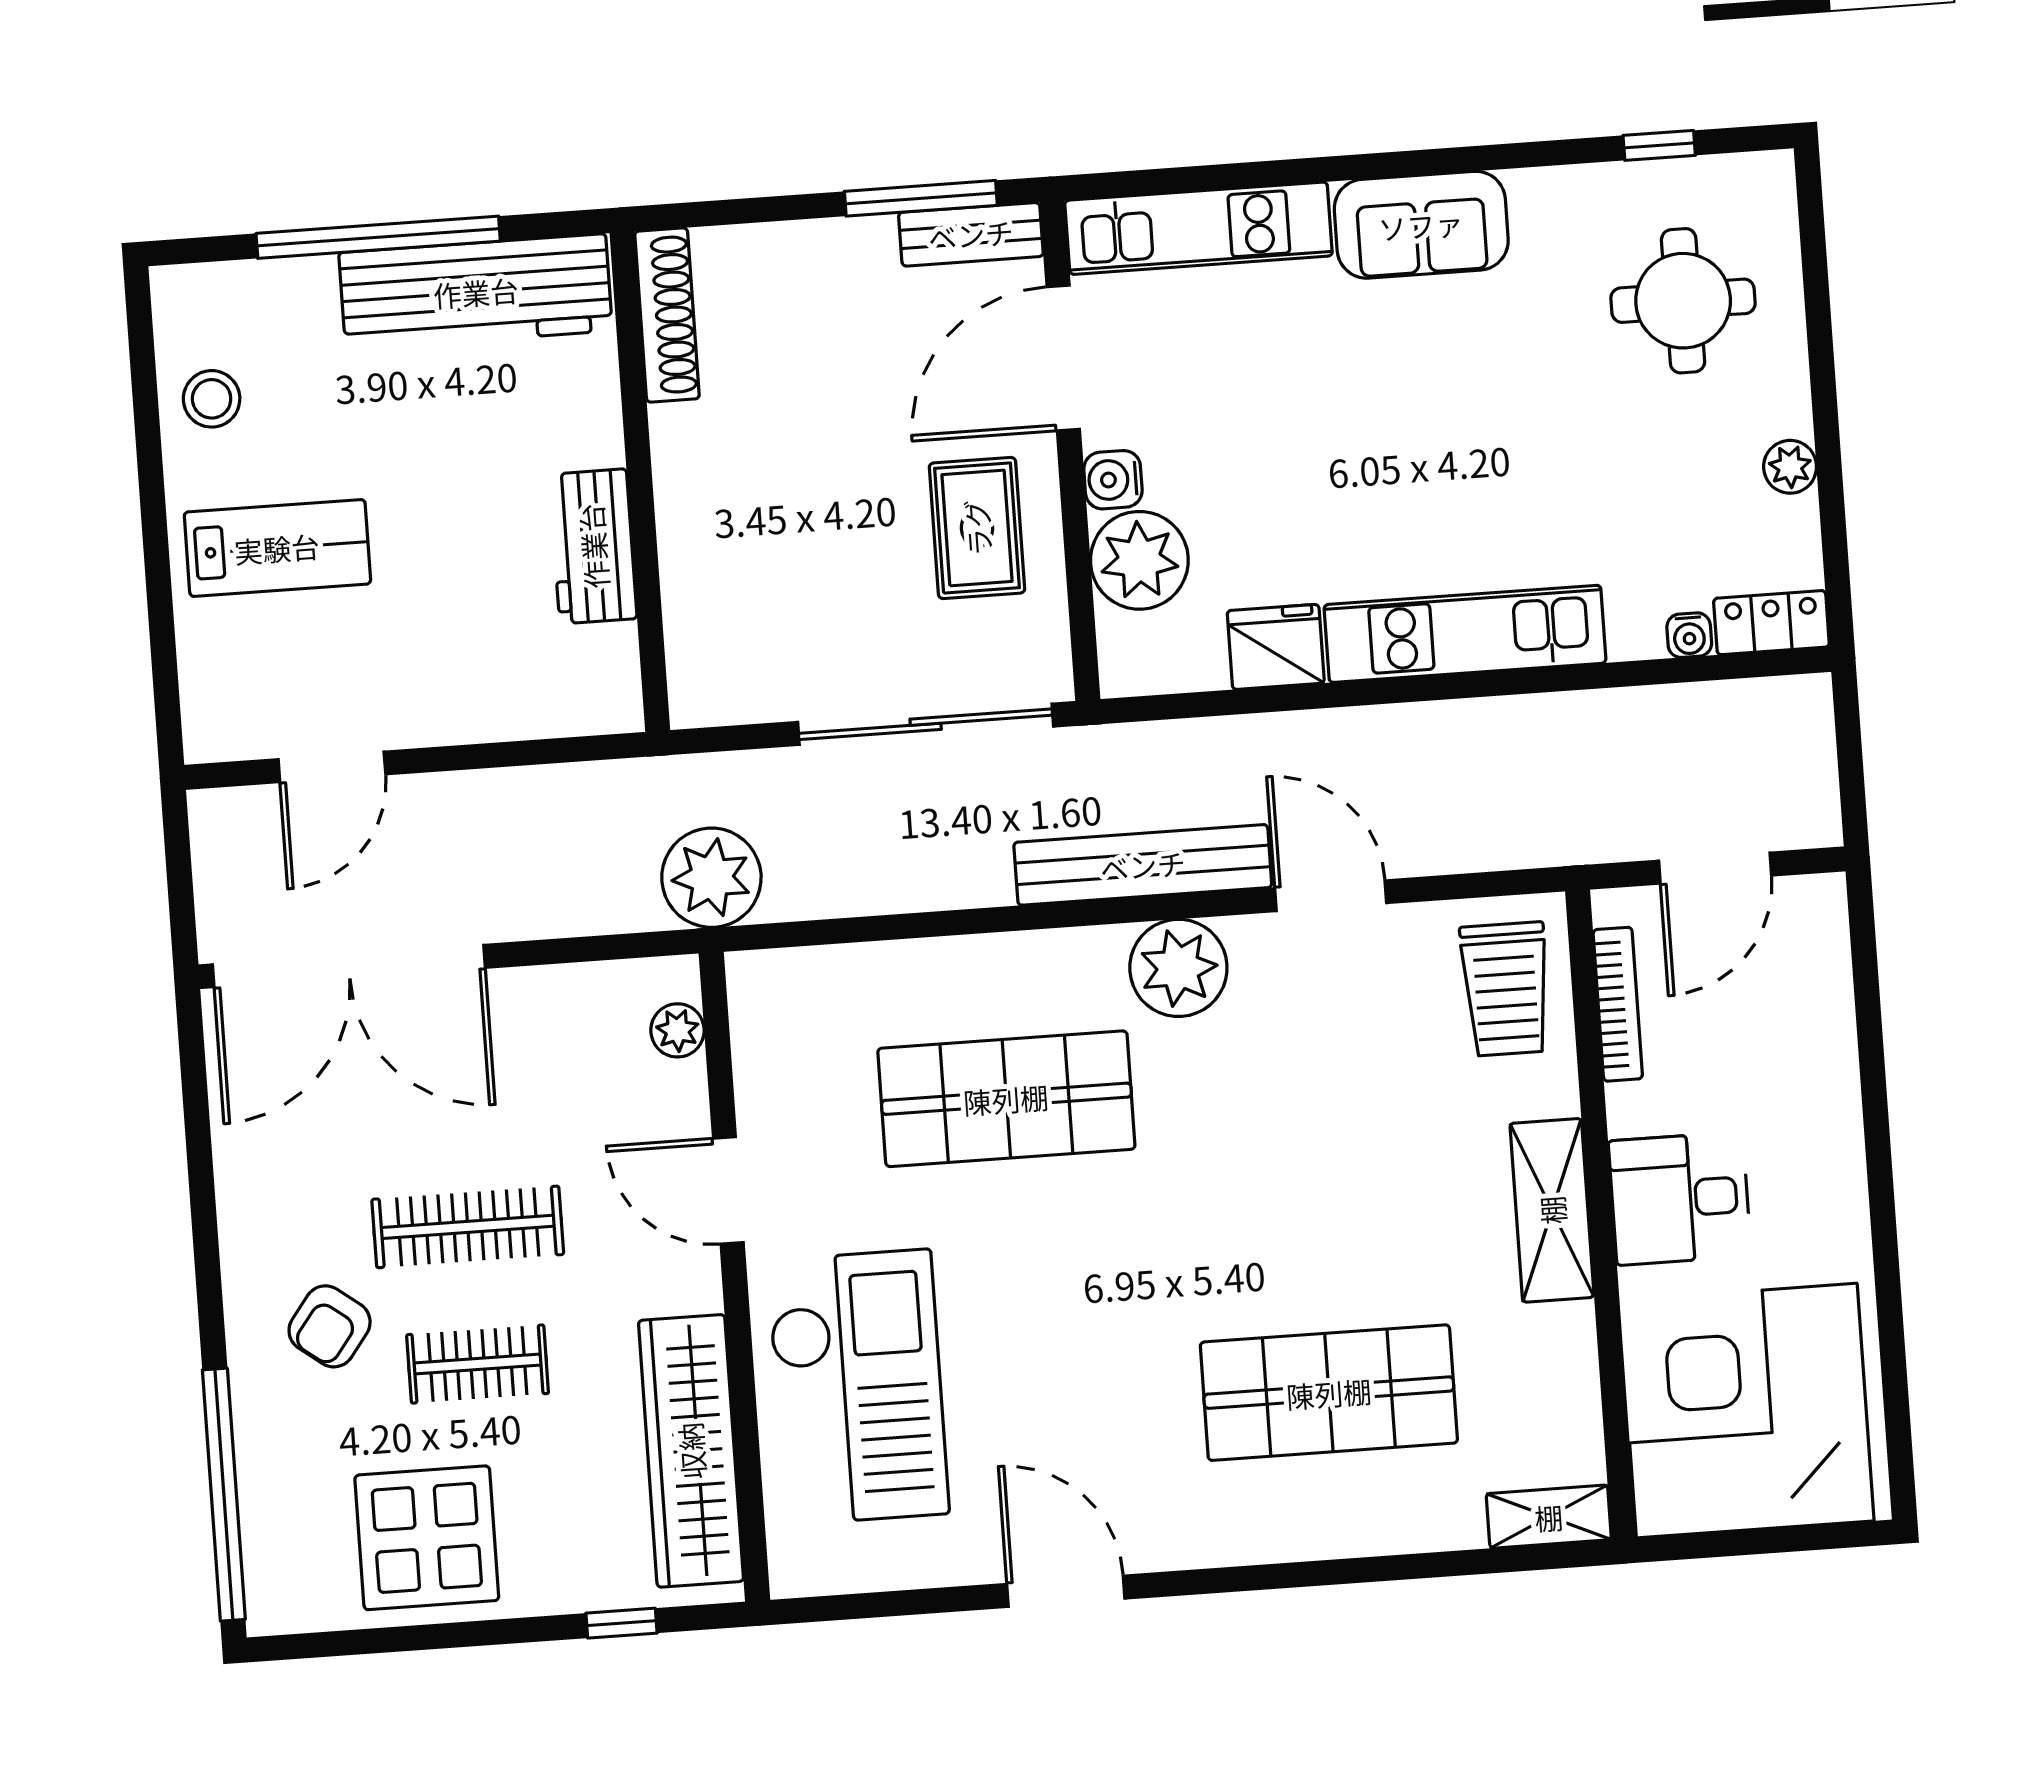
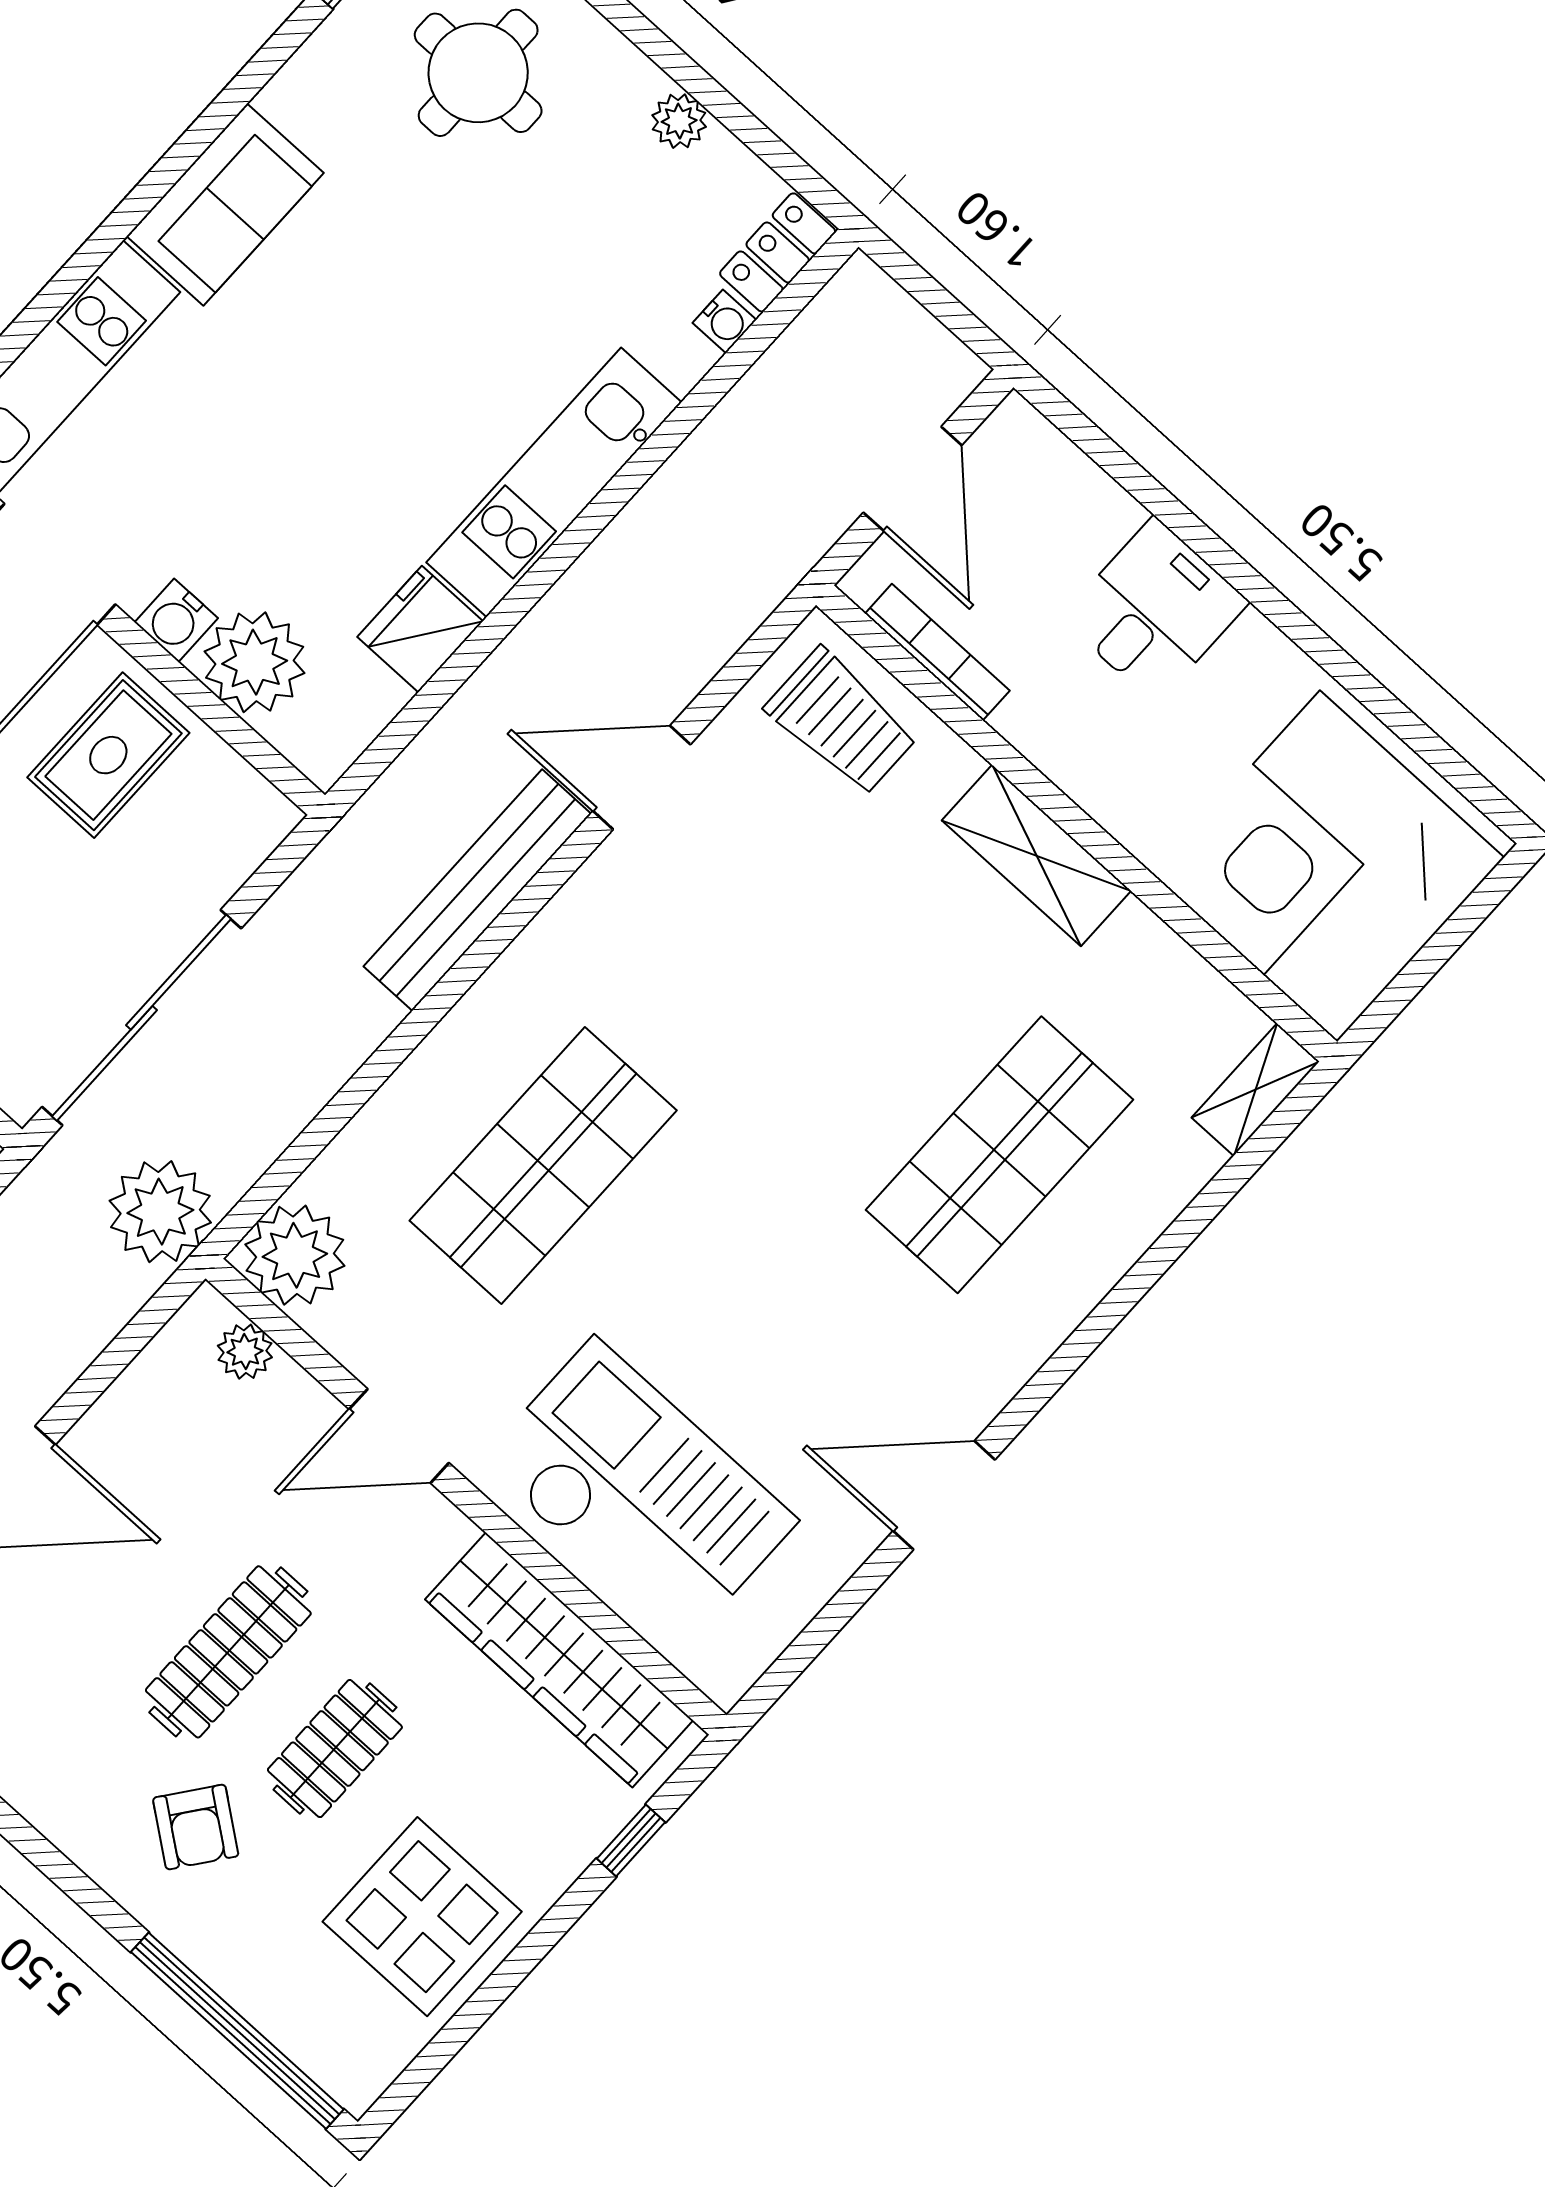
rug: (977, 528) -> (108, 755), turned 90
sliding door: (926, 724) -> (142, 1018), moved
plant: (1178, 968) -> (295, 1255), moved
desk: (1680, 1199) -> (1155, 610), moved, turned 180

